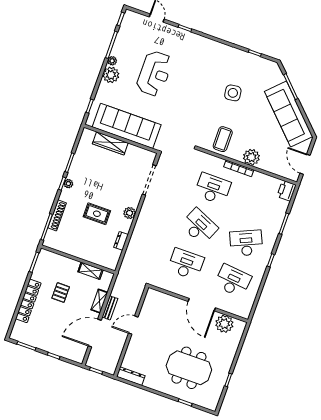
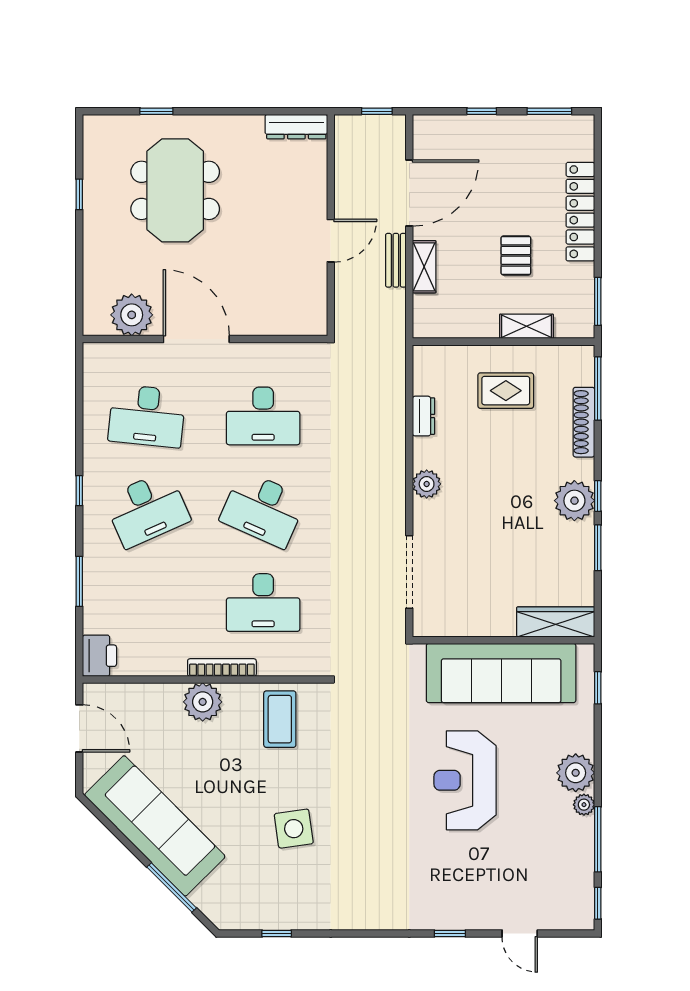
reception desk: (154, 74) -> (465, 780), moved
wardrobe: (110, 143) -> (556, 622), moved
plant: (68, 184) -> (574, 501), width x1.87, depth x1.87
rug: (97, 214) -> (506, 391), moved
shelving: (90, 271) -> (526, 326), moved
meeting table: (189, 368) -> (175, 190), turned 90

